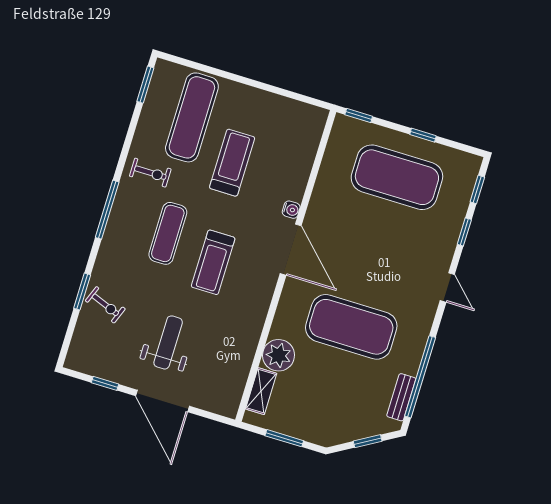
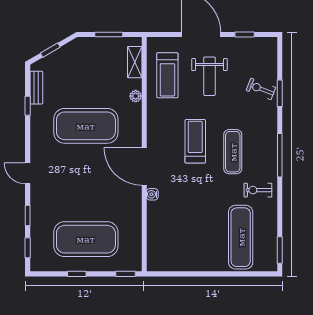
treadmill: (232, 163) -> (167, 75), moved
plant: (279, 355) -> (136, 96), width x0.53, depth x0.53
window: (420, 377) -> (28, 106), width x0.32

